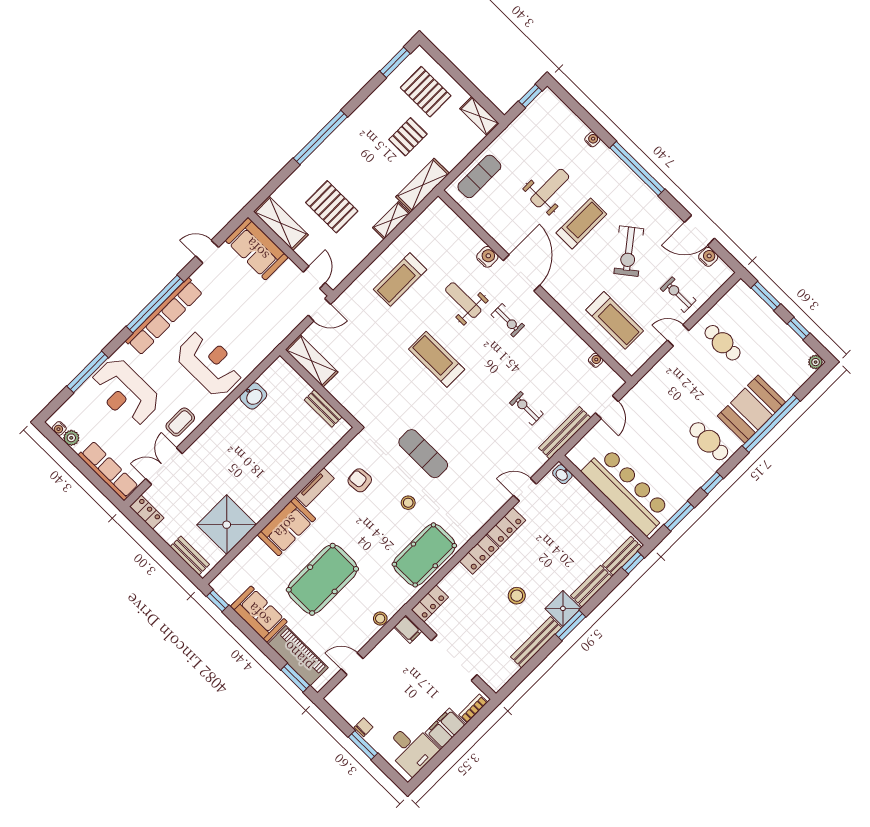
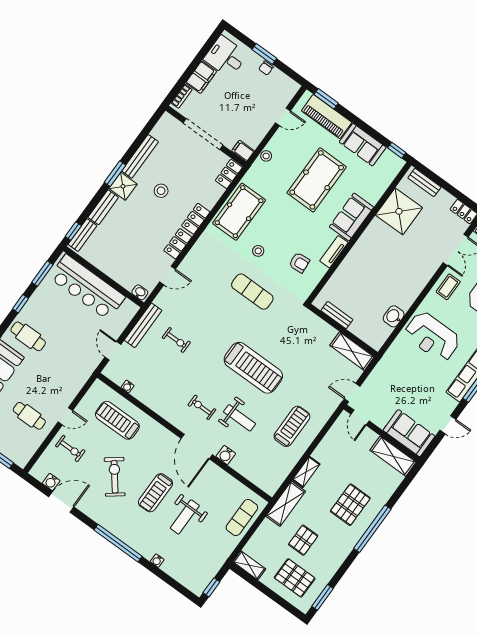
pallet: (332, 207) -> (350, 505), moved, turned 90
treadmill: (437, 359) -> (253, 368), width x1.37, depth x1.38

